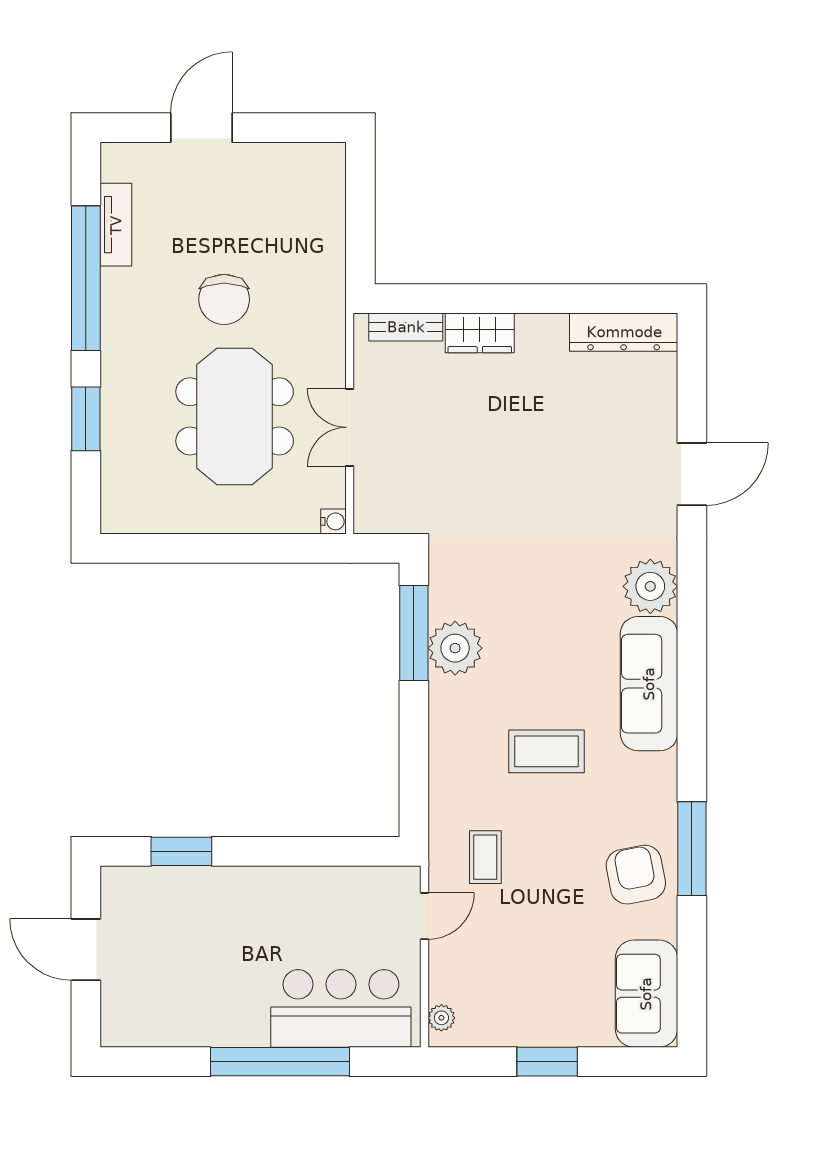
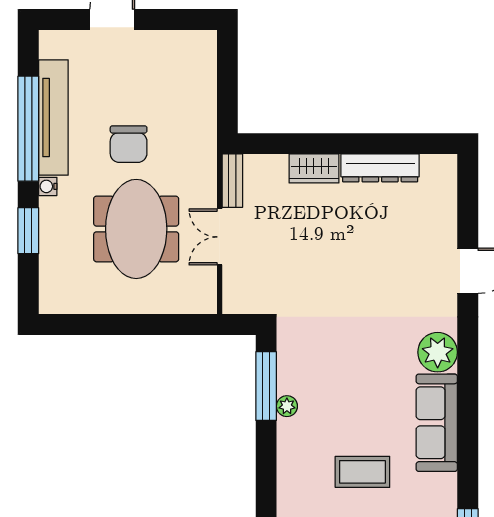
tv unit: (116, 225) -> (53, 118), width x1.92, depth x1.29
bench: (406, 327) -> (232, 181), moved, turned 90
dresser: (624, 332) -> (380, 168), moved
water cooler: (333, 521) -> (48, 186), moved, turned 180
plant: (455, 648) -> (287, 406), width x0.53, depth x0.53

